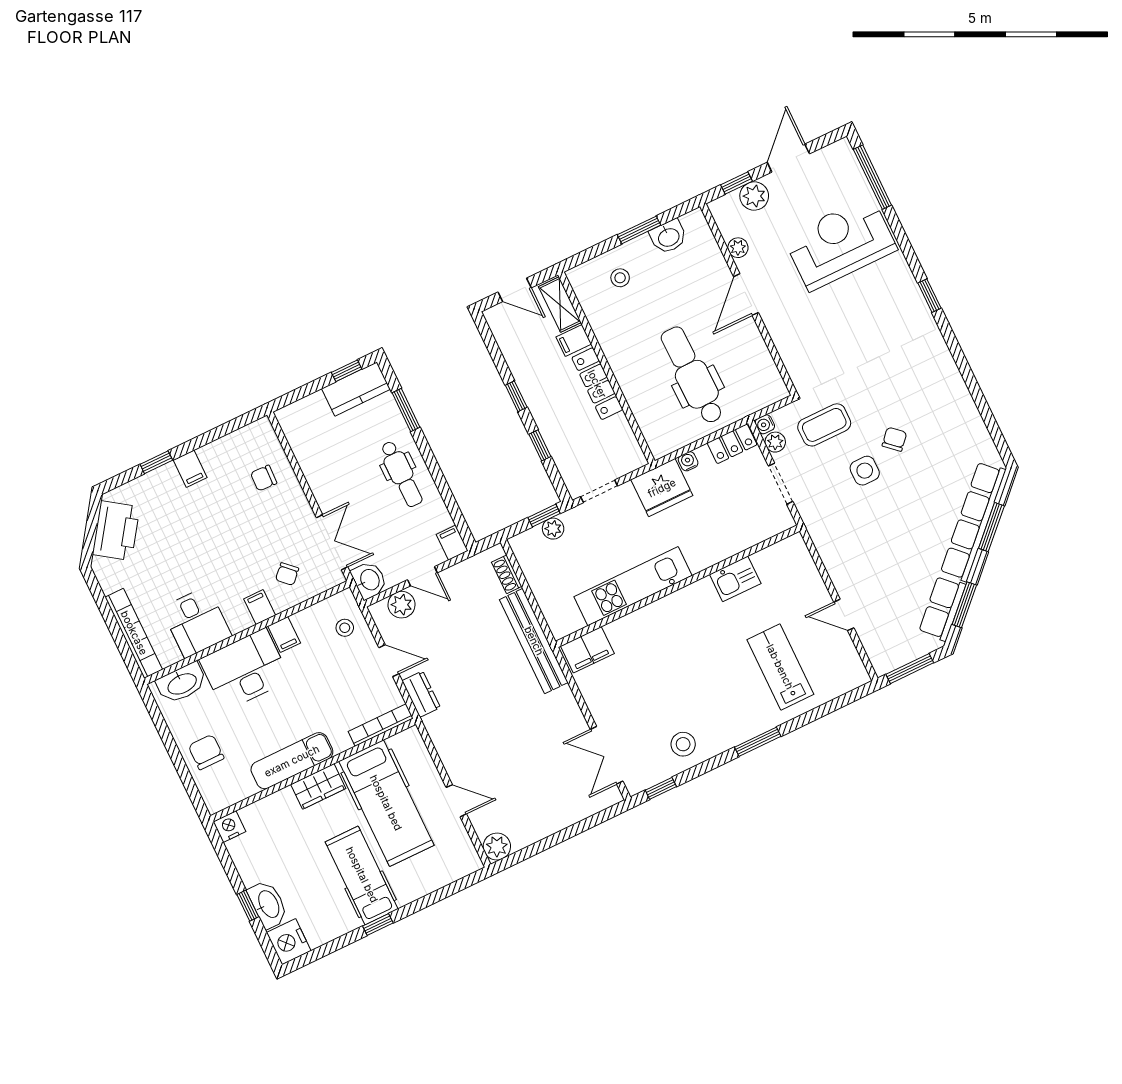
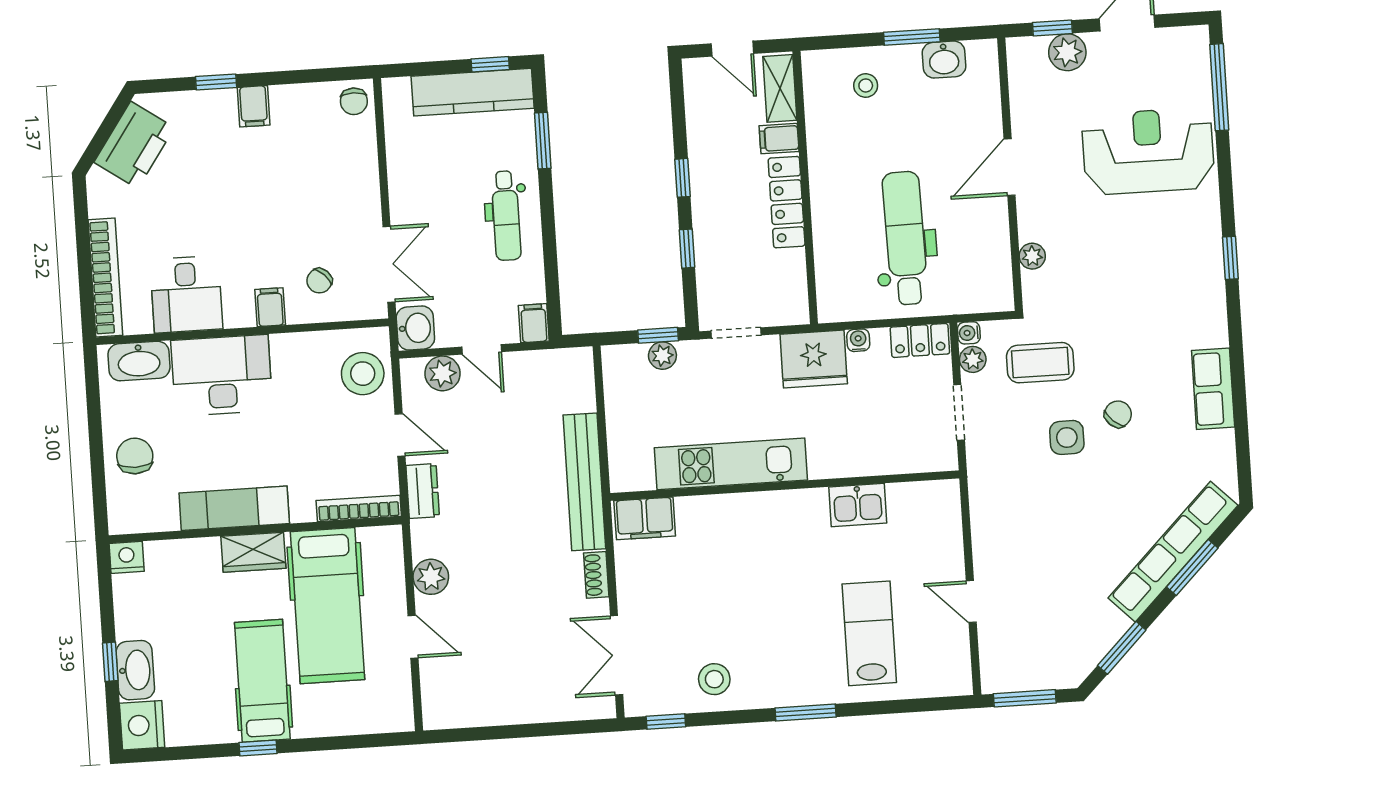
plant: (738, 248) -> (1032, 256), moved
kitchen counter: (356, 389) -> (473, 92), width x1.50
chair: (264, 478) -> (354, 101), moved, turned -92
shoe rack: (507, 574) -> (596, 575), moved
row of seats: (942, 608) -> (1213, 389), moved, turned -45
stool: (345, 628) -> (363, 374), width x1.89, depth x1.89
filing cabinet: (284, 635) -> (286, 352), removed
plant: (497, 847) -> (431, 577), moved

